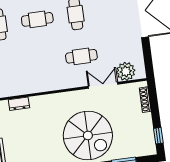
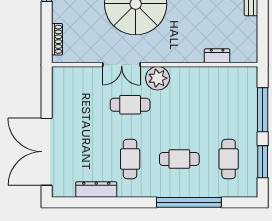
plant: (126, 71) -> (158, 78), moved
double door: (103, 85) -> (122, 65), moved

